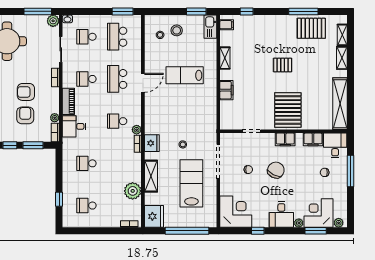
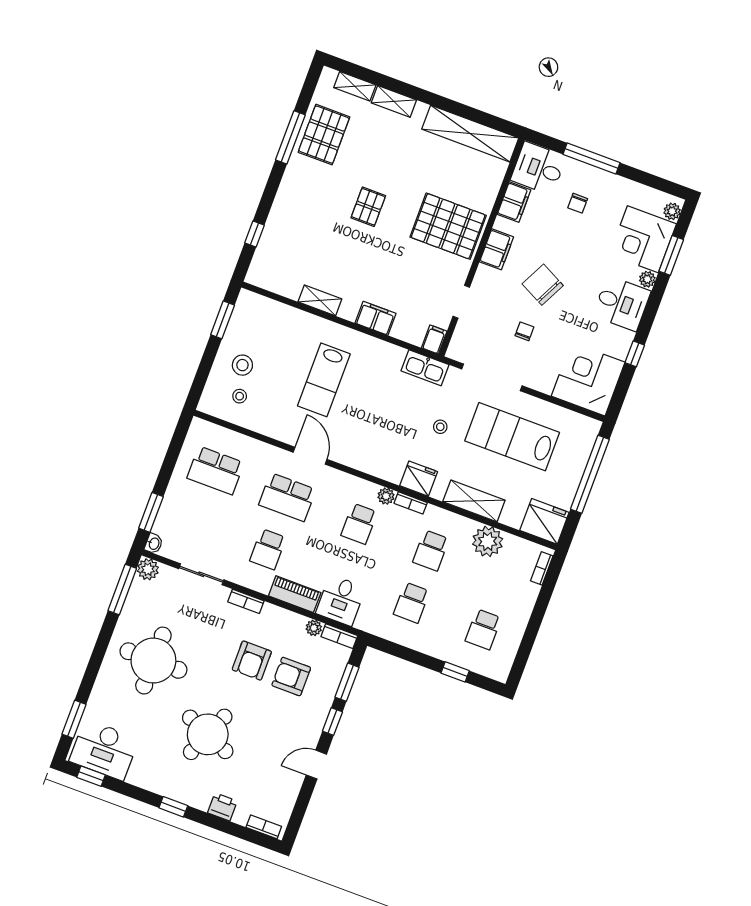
window: (123, 11) -> (151, 512), moved
filing cabinet: (227, 25) -> (434, 340), moved
kitchen sink: (210, 27) -> (425, 368), moved
school desk: (86, 37) -> (431, 550), moved

